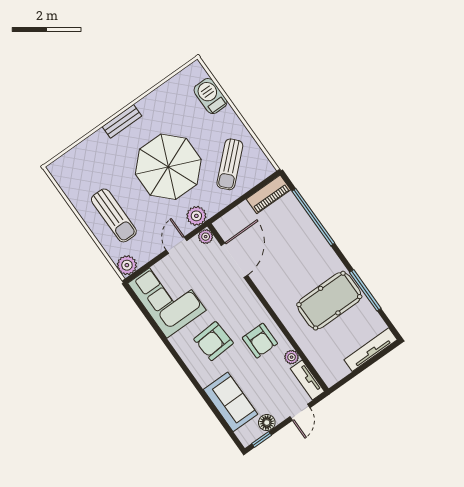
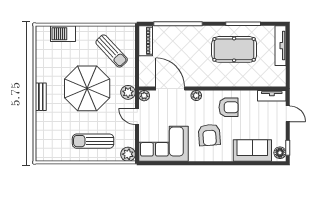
sun lounger: (114, 215) -> (93, 141), turned 180
pool table: (329, 301) -> (234, 49), turned 90
plant: (292, 357) -> (196, 96), moved
floor lamp: (267, 423) -> (280, 153), moved

